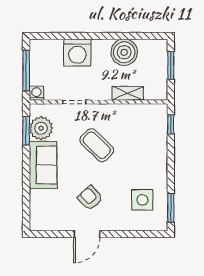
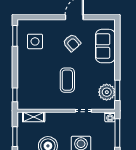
shelving: (128, 93) -> (34, 117), moved
coffee table: (97, 145) -> (67, 80), turned 46
sofa: (43, 165) -> (105, 46), moved

